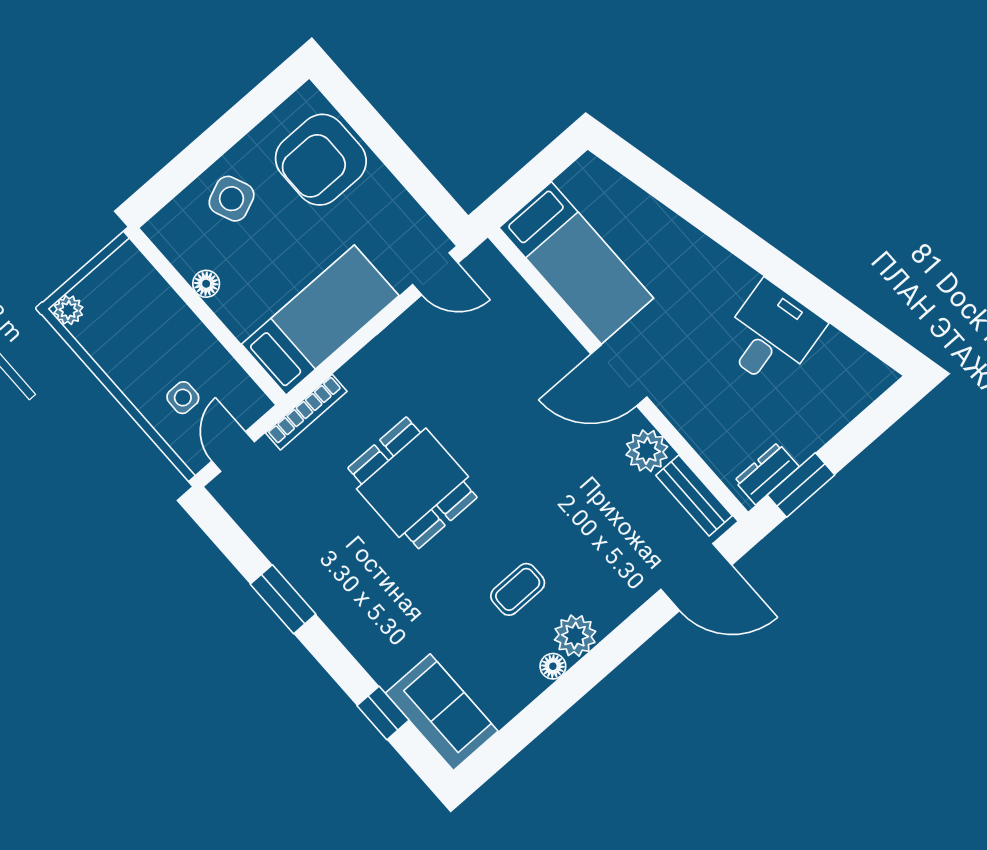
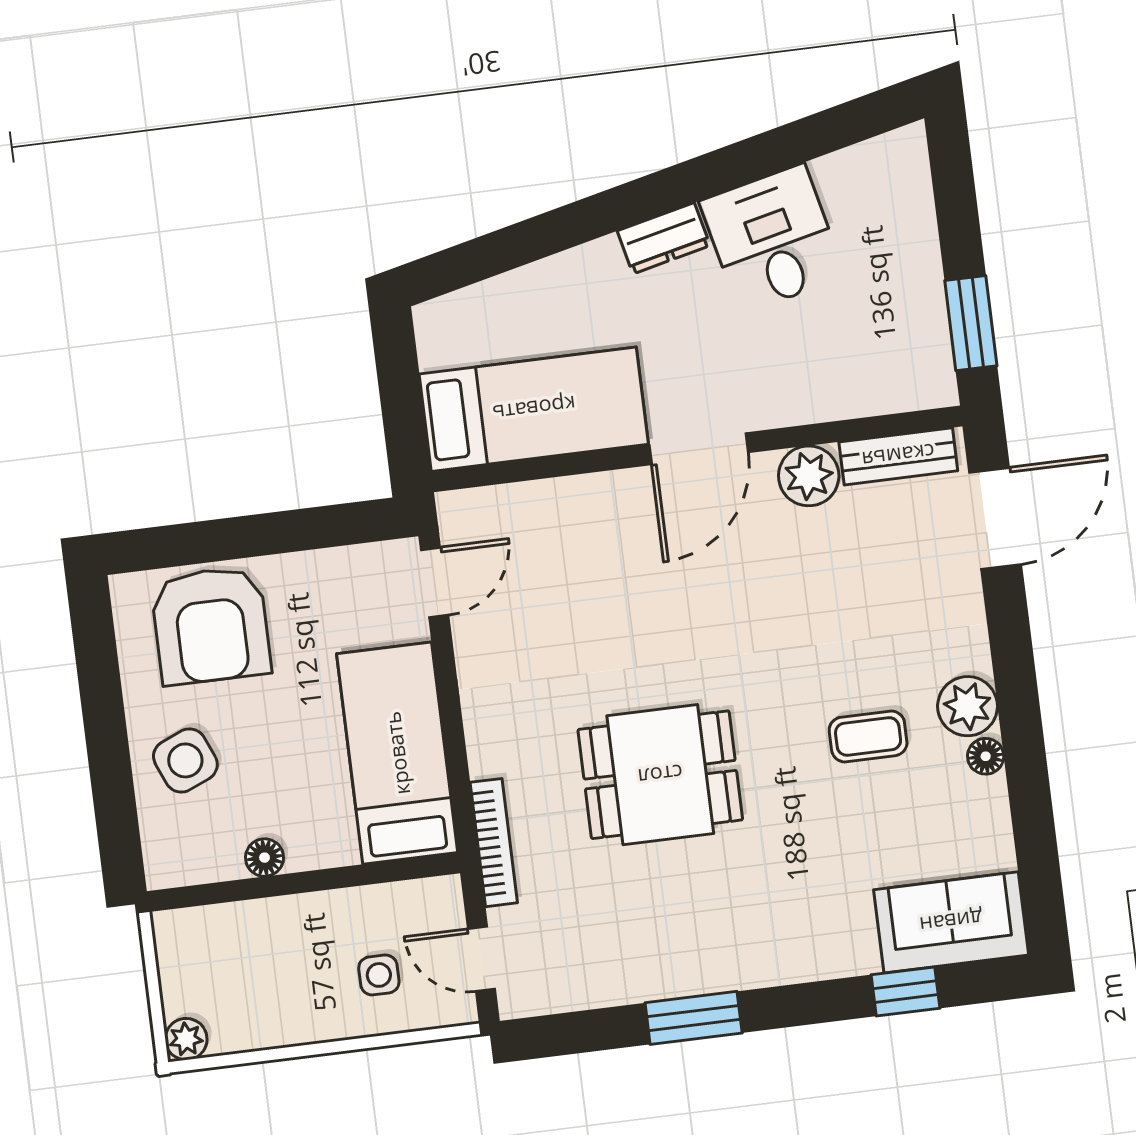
dresser: (767, 474) -> (664, 238), moved, turned -103
coffee table: (518, 589) -> (868, 736), turned 90

